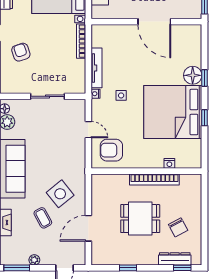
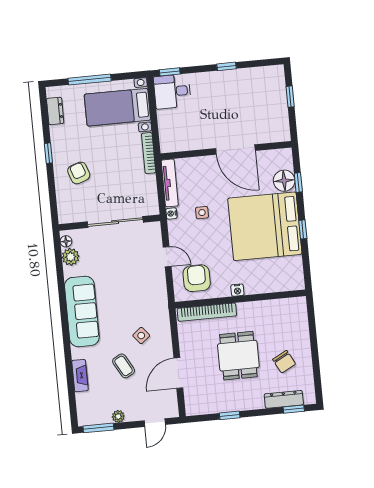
wall: (146, 22) -> (226, 150), moved
door: (154, 22) -> (235, 150), moved
sliding door: (48, 96) -> (115, 222), width x1.37
armchair: (111, 150) -> (197, 278), turned 90
nightstand: (169, 163) -> (237, 290), moved
bookcase: (154, 179) -> (207, 312), moved
side table: (60, 194) -> (141, 336), width x0.54, depth x0.54
dining table: (140, 219) -> (238, 356), turned 90

